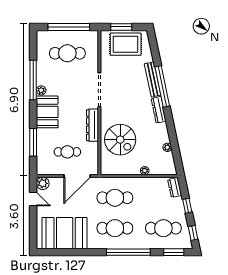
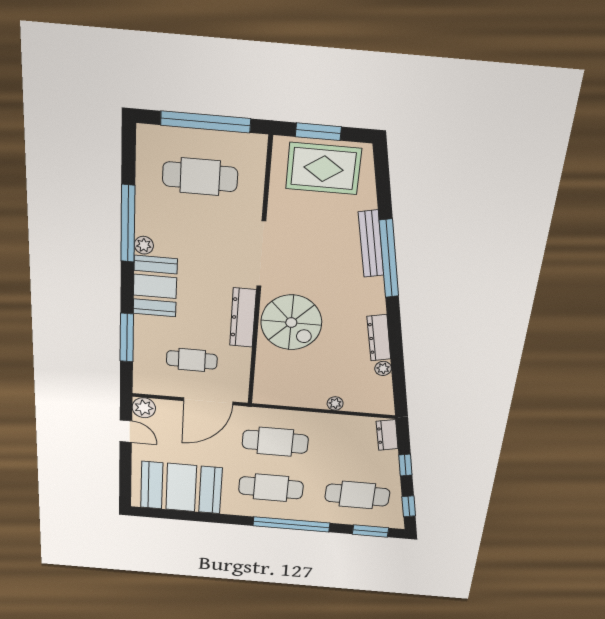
dresser: (159, 110) -> (379, 338), moved
spiral stairs: (120, 140) -> (291, 322), moved

